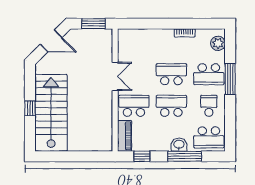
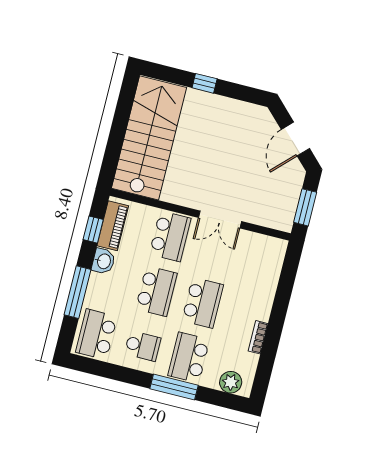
stairs: (51, 113) -> (149, 138), moved, turned -90
piano: (124, 136) -> (113, 226), moved, turned -90
washbasin: (179, 145) -> (103, 261), moved

